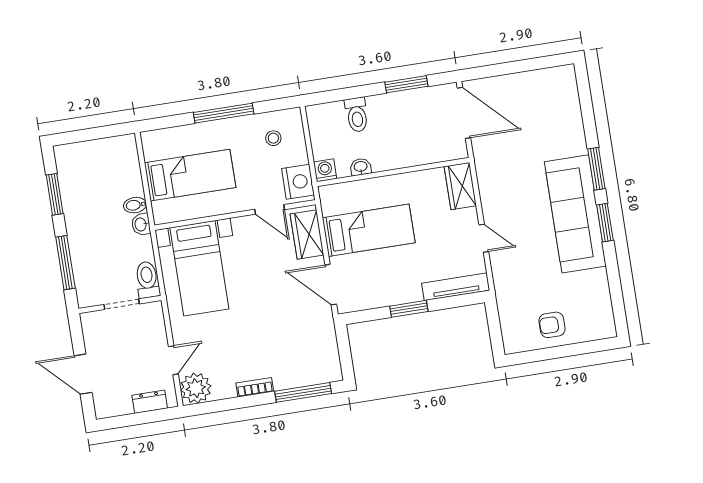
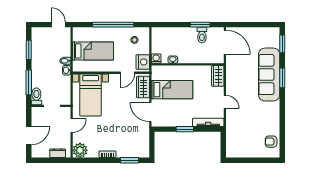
window: (224, 113) -> (113, 25), width x1.46
toilet: (357, 115) -> (202, 35), moved
door: (108, 131) -> (58, 25), added
door: (270, 209) -> (127, 73), hinge flipped
sofa: (575, 214) -> (269, 75), moved
window: (605, 223) -> (282, 44), moved
toilet: (147, 280) -> (36, 96), moved
armchair: (552, 325) -> (271, 142), moved
door: (173, 360) -> (72, 126), moved
door: (83, 374) -> (29, 135), swing flipped
window: (303, 392) -> (130, 160), width x0.69

